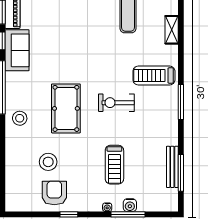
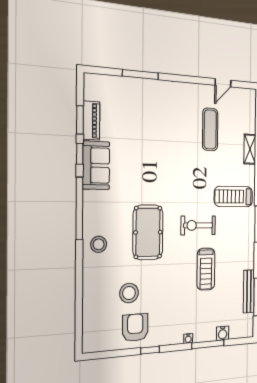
treadmill: (114, 165) -> (206, 269), moved
water cooler: (130, 205) -> (223, 333), moved

